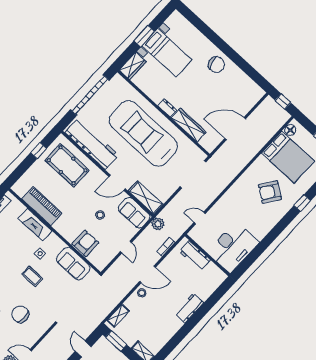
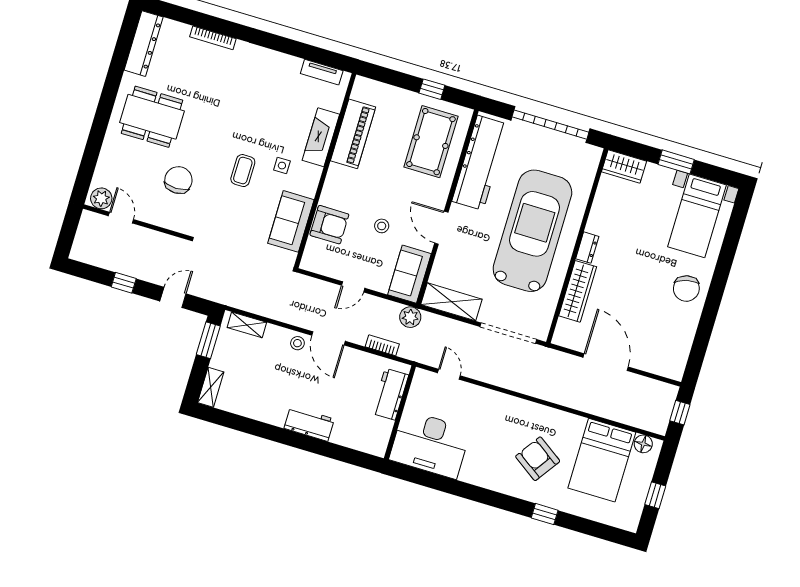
bed with nightstands: (167, 53) -> (697, 216), moved
shelving: (146, 198) -> (451, 302), moved, turned 90

